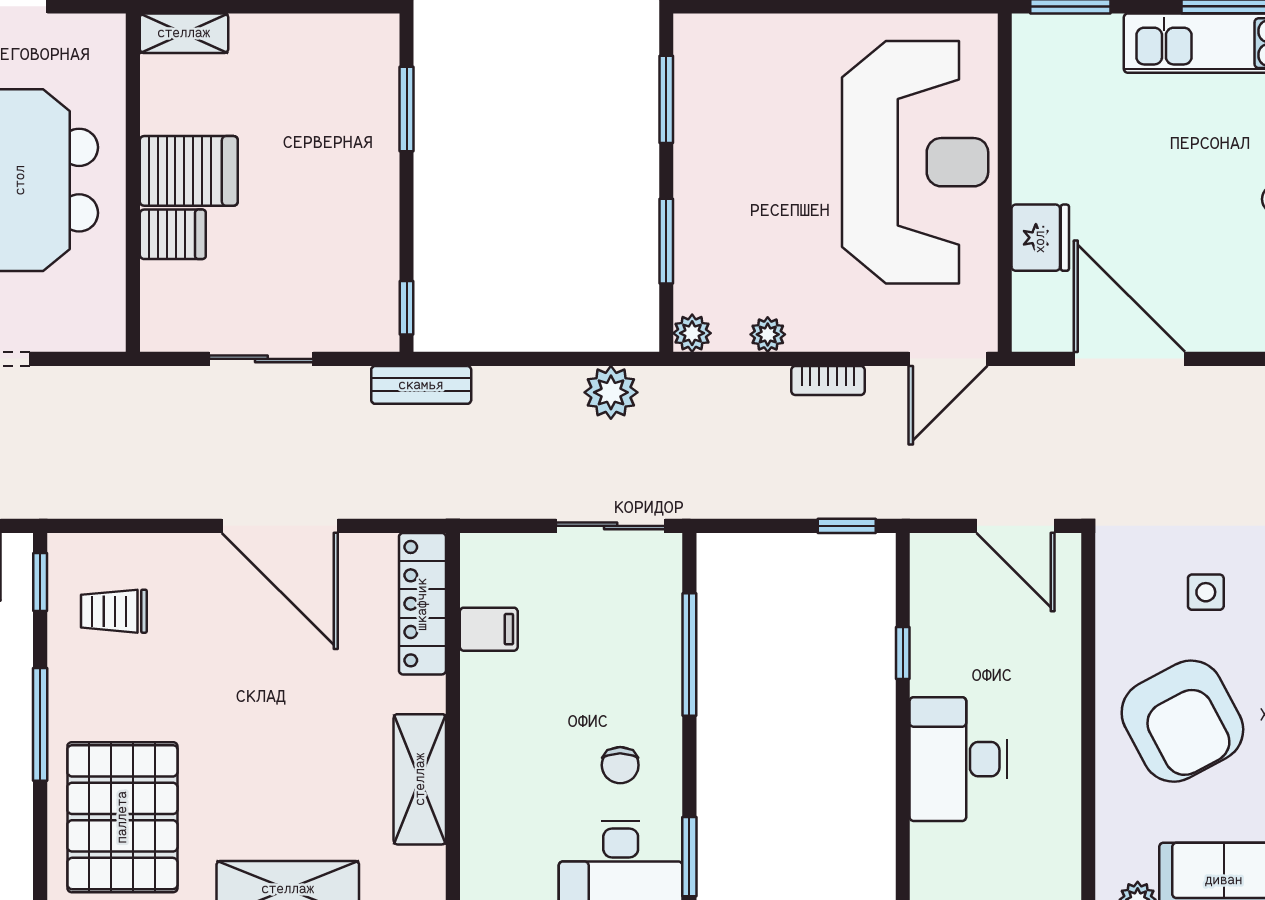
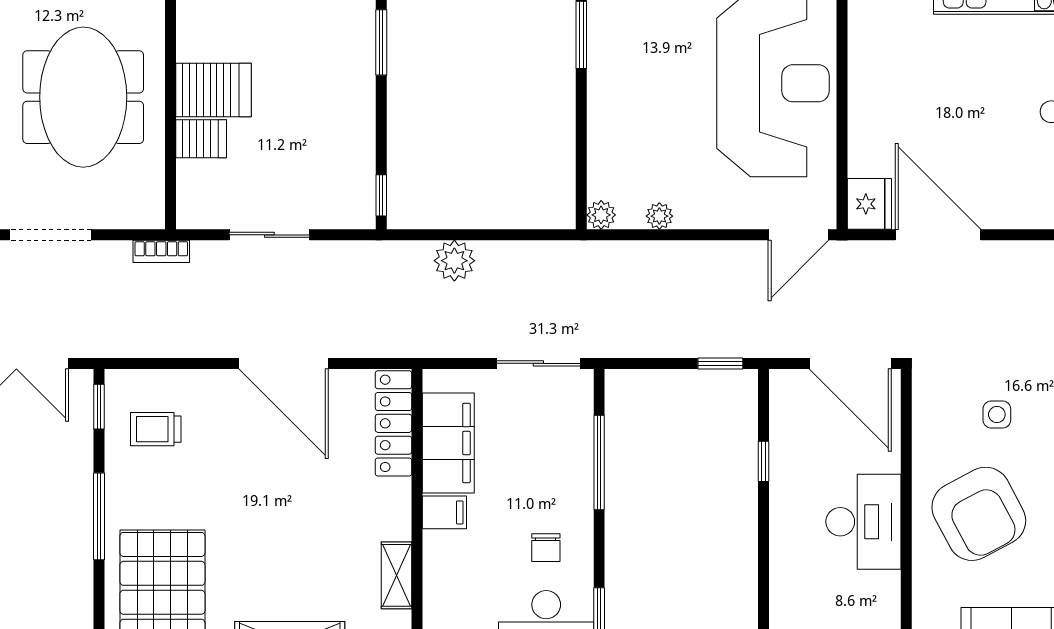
fridge: (1040, 238) -> (869, 204), moved
window: (666, 241) -> (581, 144), removed
bookcase: (828, 380) -> (161, 251), moved
bench: (421, 385) -> (393, 255), removed
plant: (611, 392) -> (454, 261), moved
door: (1016, 526) -> (850, 363), width x1.36
filing cabinet: (489, 629) -> (448, 443), width x3.00, depth x1.17
filing cabinet: (488, 719) -> (444, 512), added
desk: (958, 759) -> (863, 522), moved, turned 180
shelving: (420, 779) -> (396, 575), width x0.67, depth x0.75

